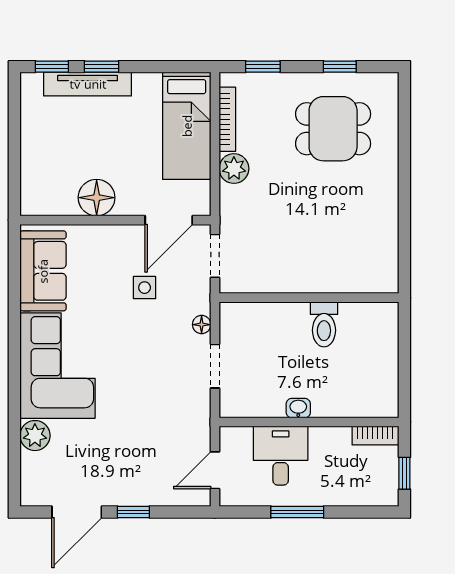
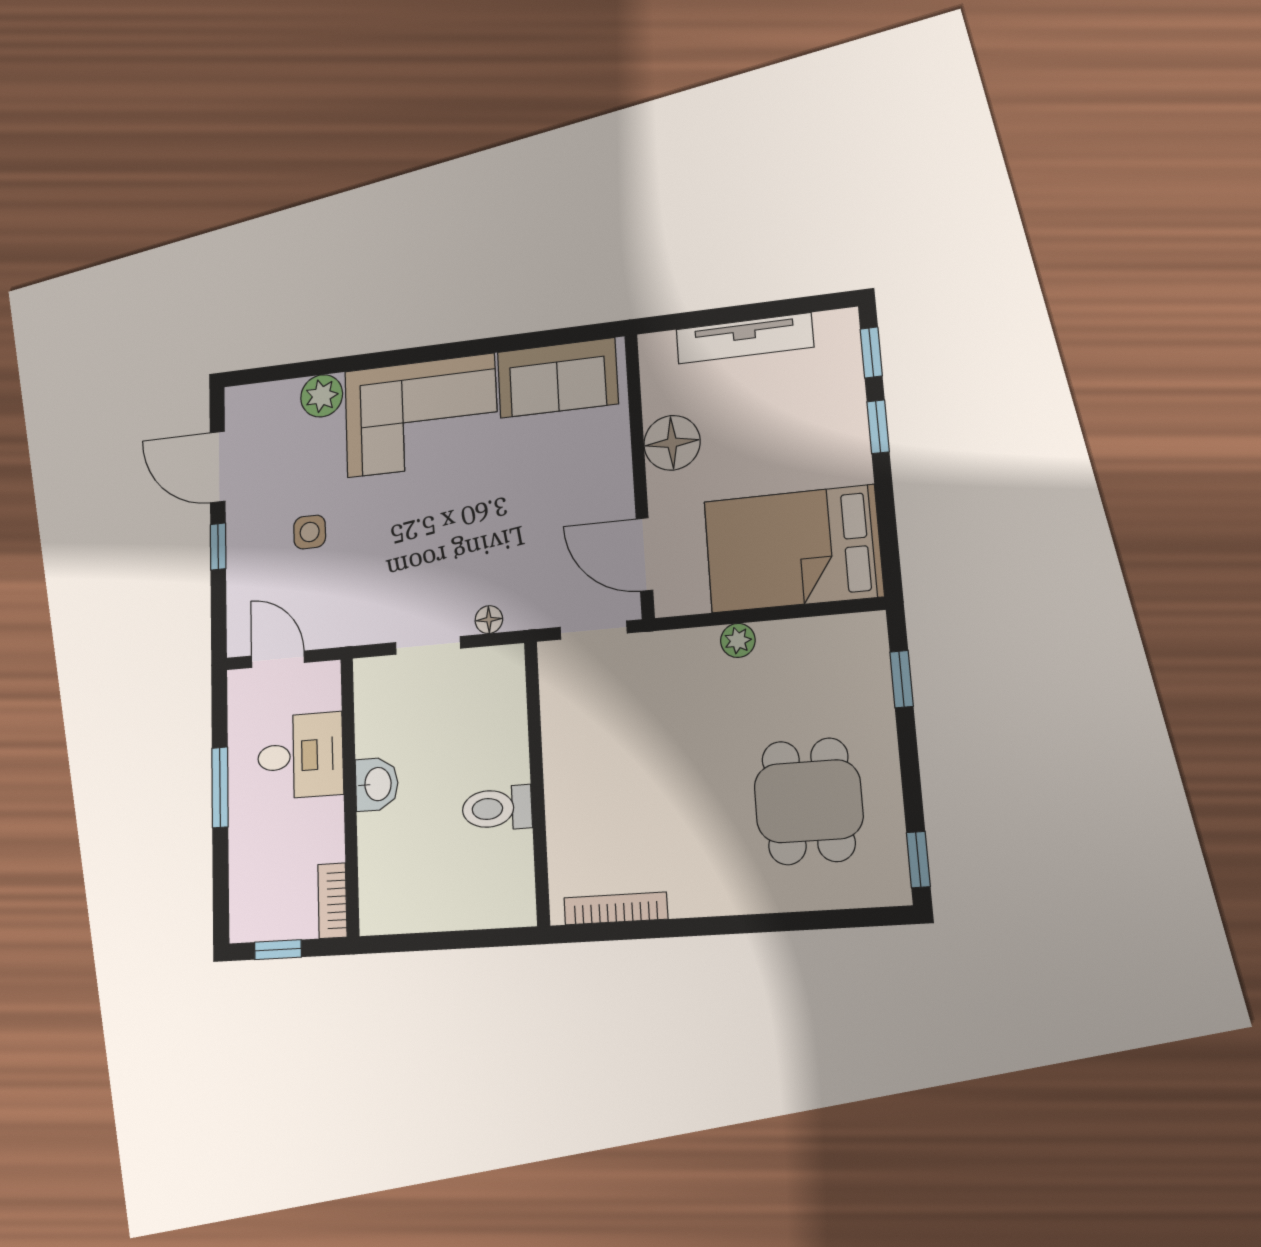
window: (340, 67) -> (918, 860), moved
tv unit: (88, 84) -> (745, 338), moved, turned -90
bookcase: (227, 119) -> (616, 908), moved, turned 180
bed: (187, 126) -> (793, 549), width x1.50
plant: (234, 169) -> (738, 640), width x0.73, depth x0.73
side table: (145, 288) -> (310, 532), moved
washbasin: (298, 408) -> (377, 784), width x1.38, depth x1.45

